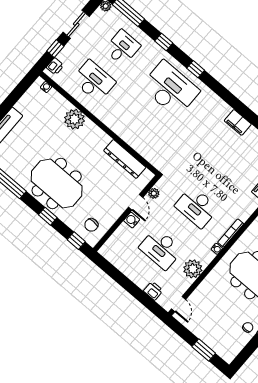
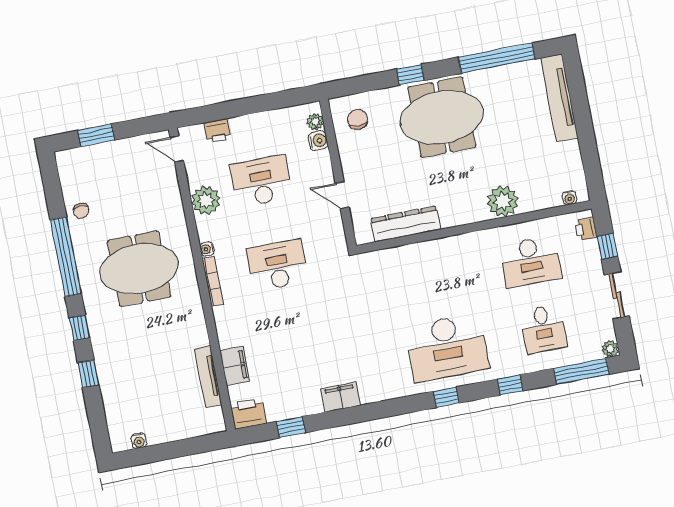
plant: (154, 193) -> (315, 122), moved
water cooler: (132, 220) -> (318, 141), moved
window: (76, 241) -> (353, 86), removed

